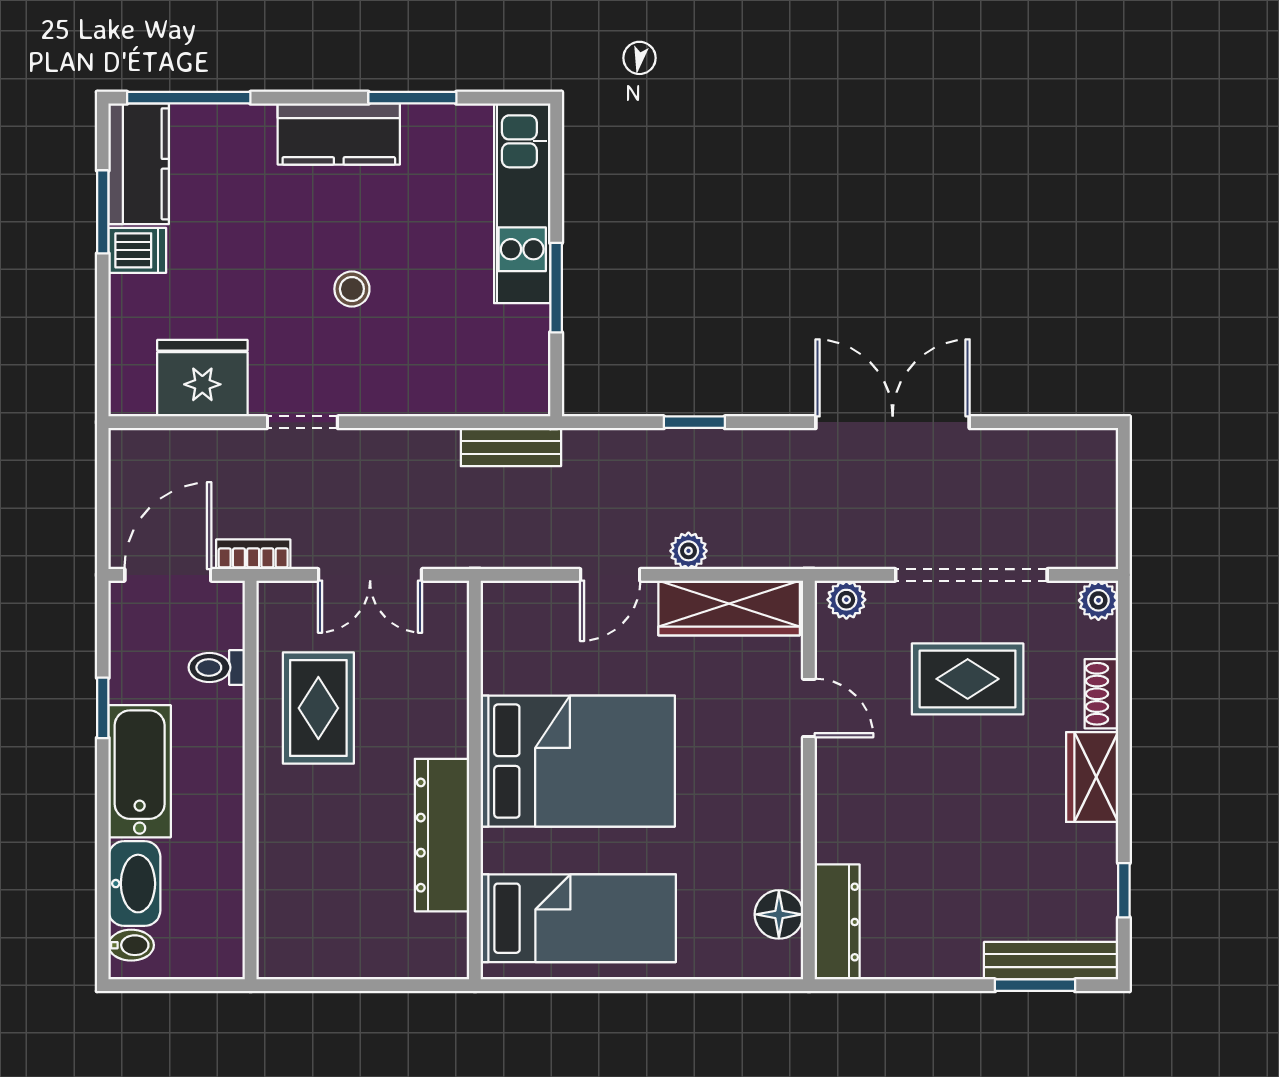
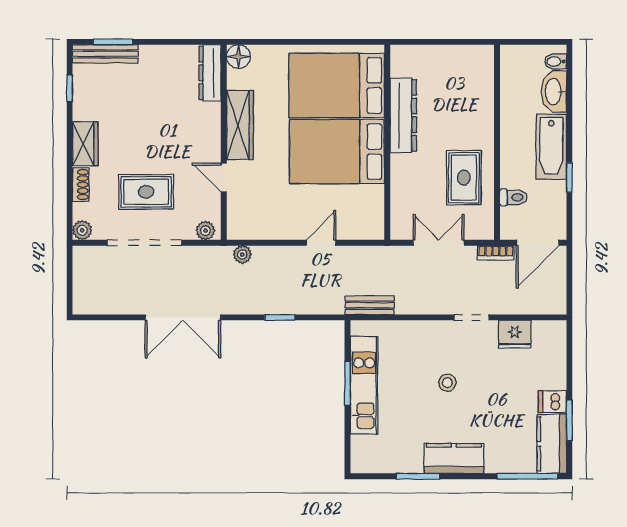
kitchen unit: (522, 203) -> (364, 385), moved
fridge: (202, 378) -> (515, 334), width x0.73, depth x0.75
plant: (688, 551) -> (242, 254), moved
wardrobe: (729, 608) -> (240, 125), moved, turned 90
floor lamp: (779, 914) -> (238, 57), moved
bed: (578, 918) -> (337, 85), width x1.50

